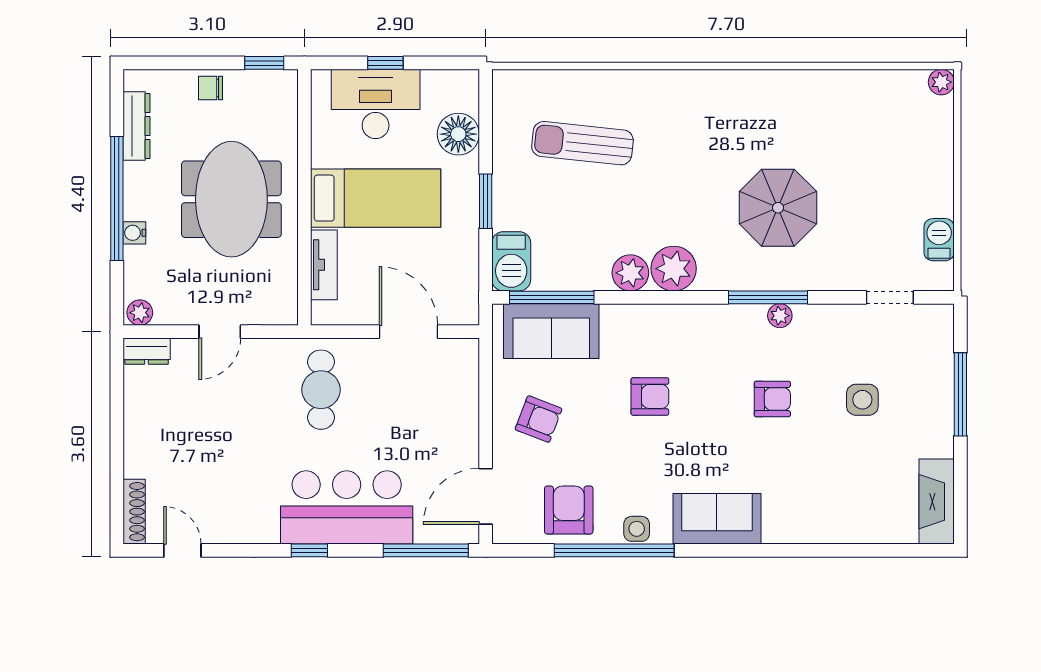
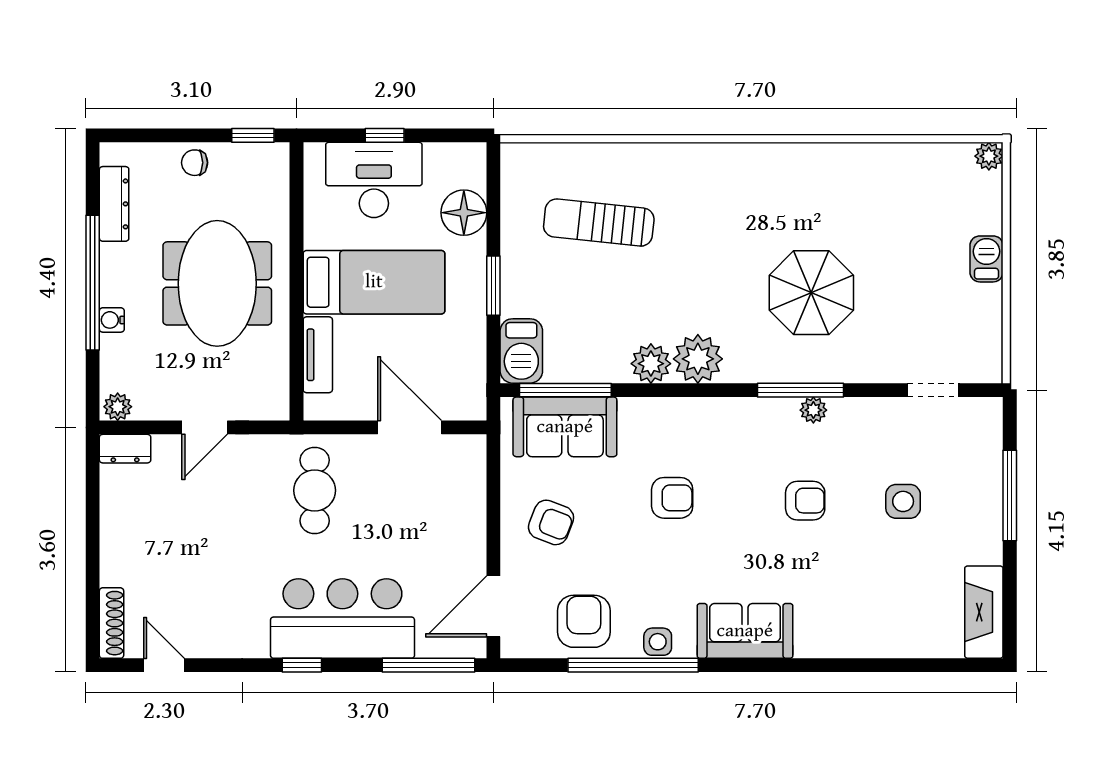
barbecue: (939, 240) -> (986, 259), moved

